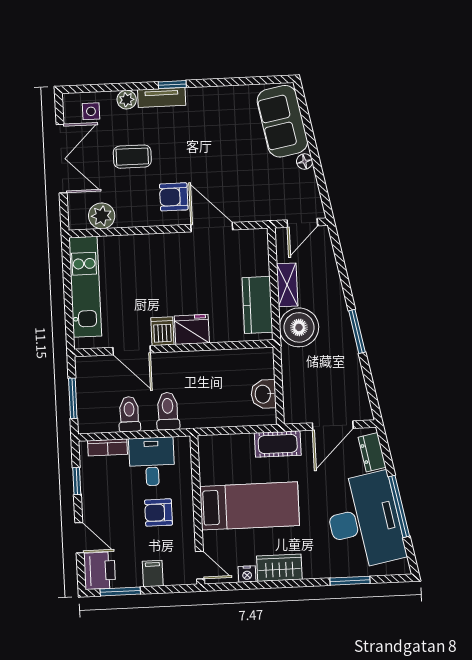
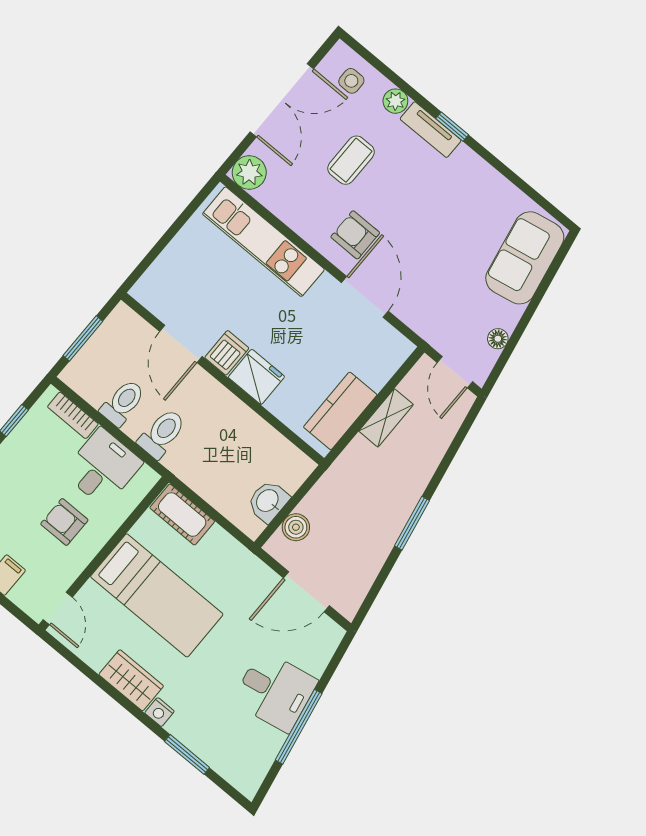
coffee table: (132, 157) -> (351, 160), turned 90
floor lamp: (305, 162) -> (498, 339), moved
plant: (102, 216) -> (249, 172), moved
door: (302, 223) -> (455, 372), hinge flipped
kitchen unit: (85, 287) -> (263, 242), moved, turned 90
boiler: (299, 327) -> (296, 527), moved, width x0.54, depth x0.54
cot: (278, 444) -> (182, 515), moved
dresser: (372, 452) -> (320, 651), removed
desk: (364, 521) -> (275, 691), width x0.53, depth x0.77
nightstand: (247, 574) -> (160, 712), moved

